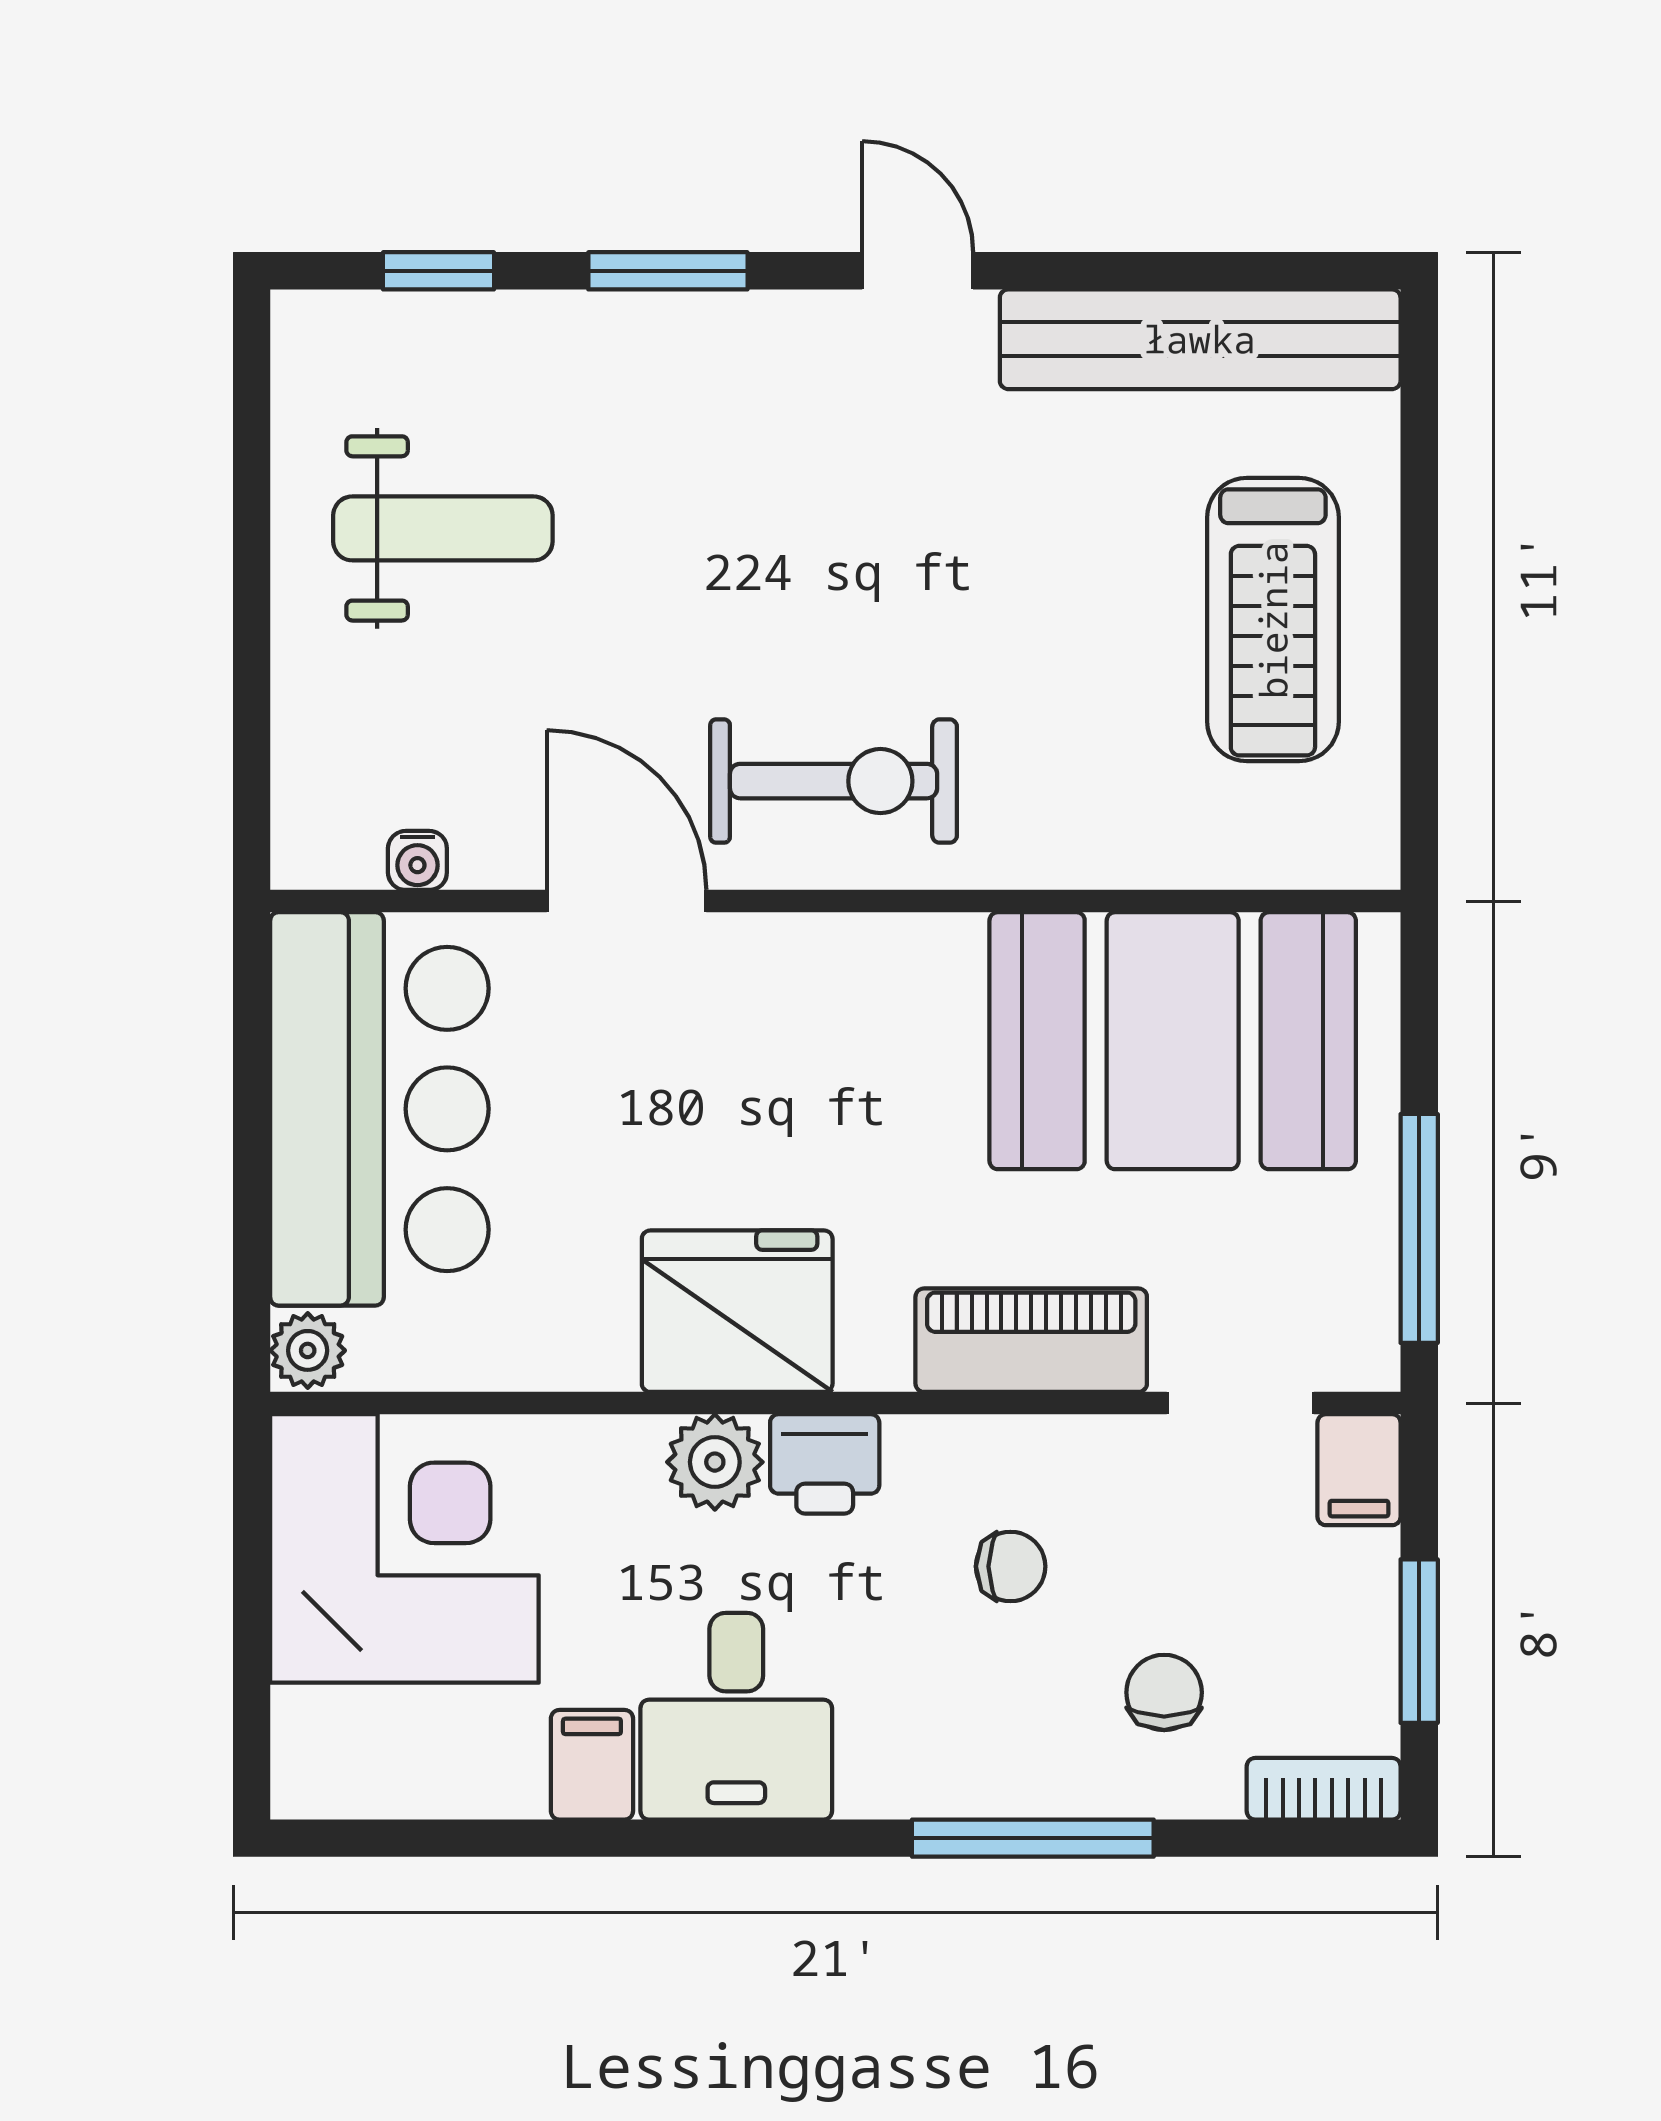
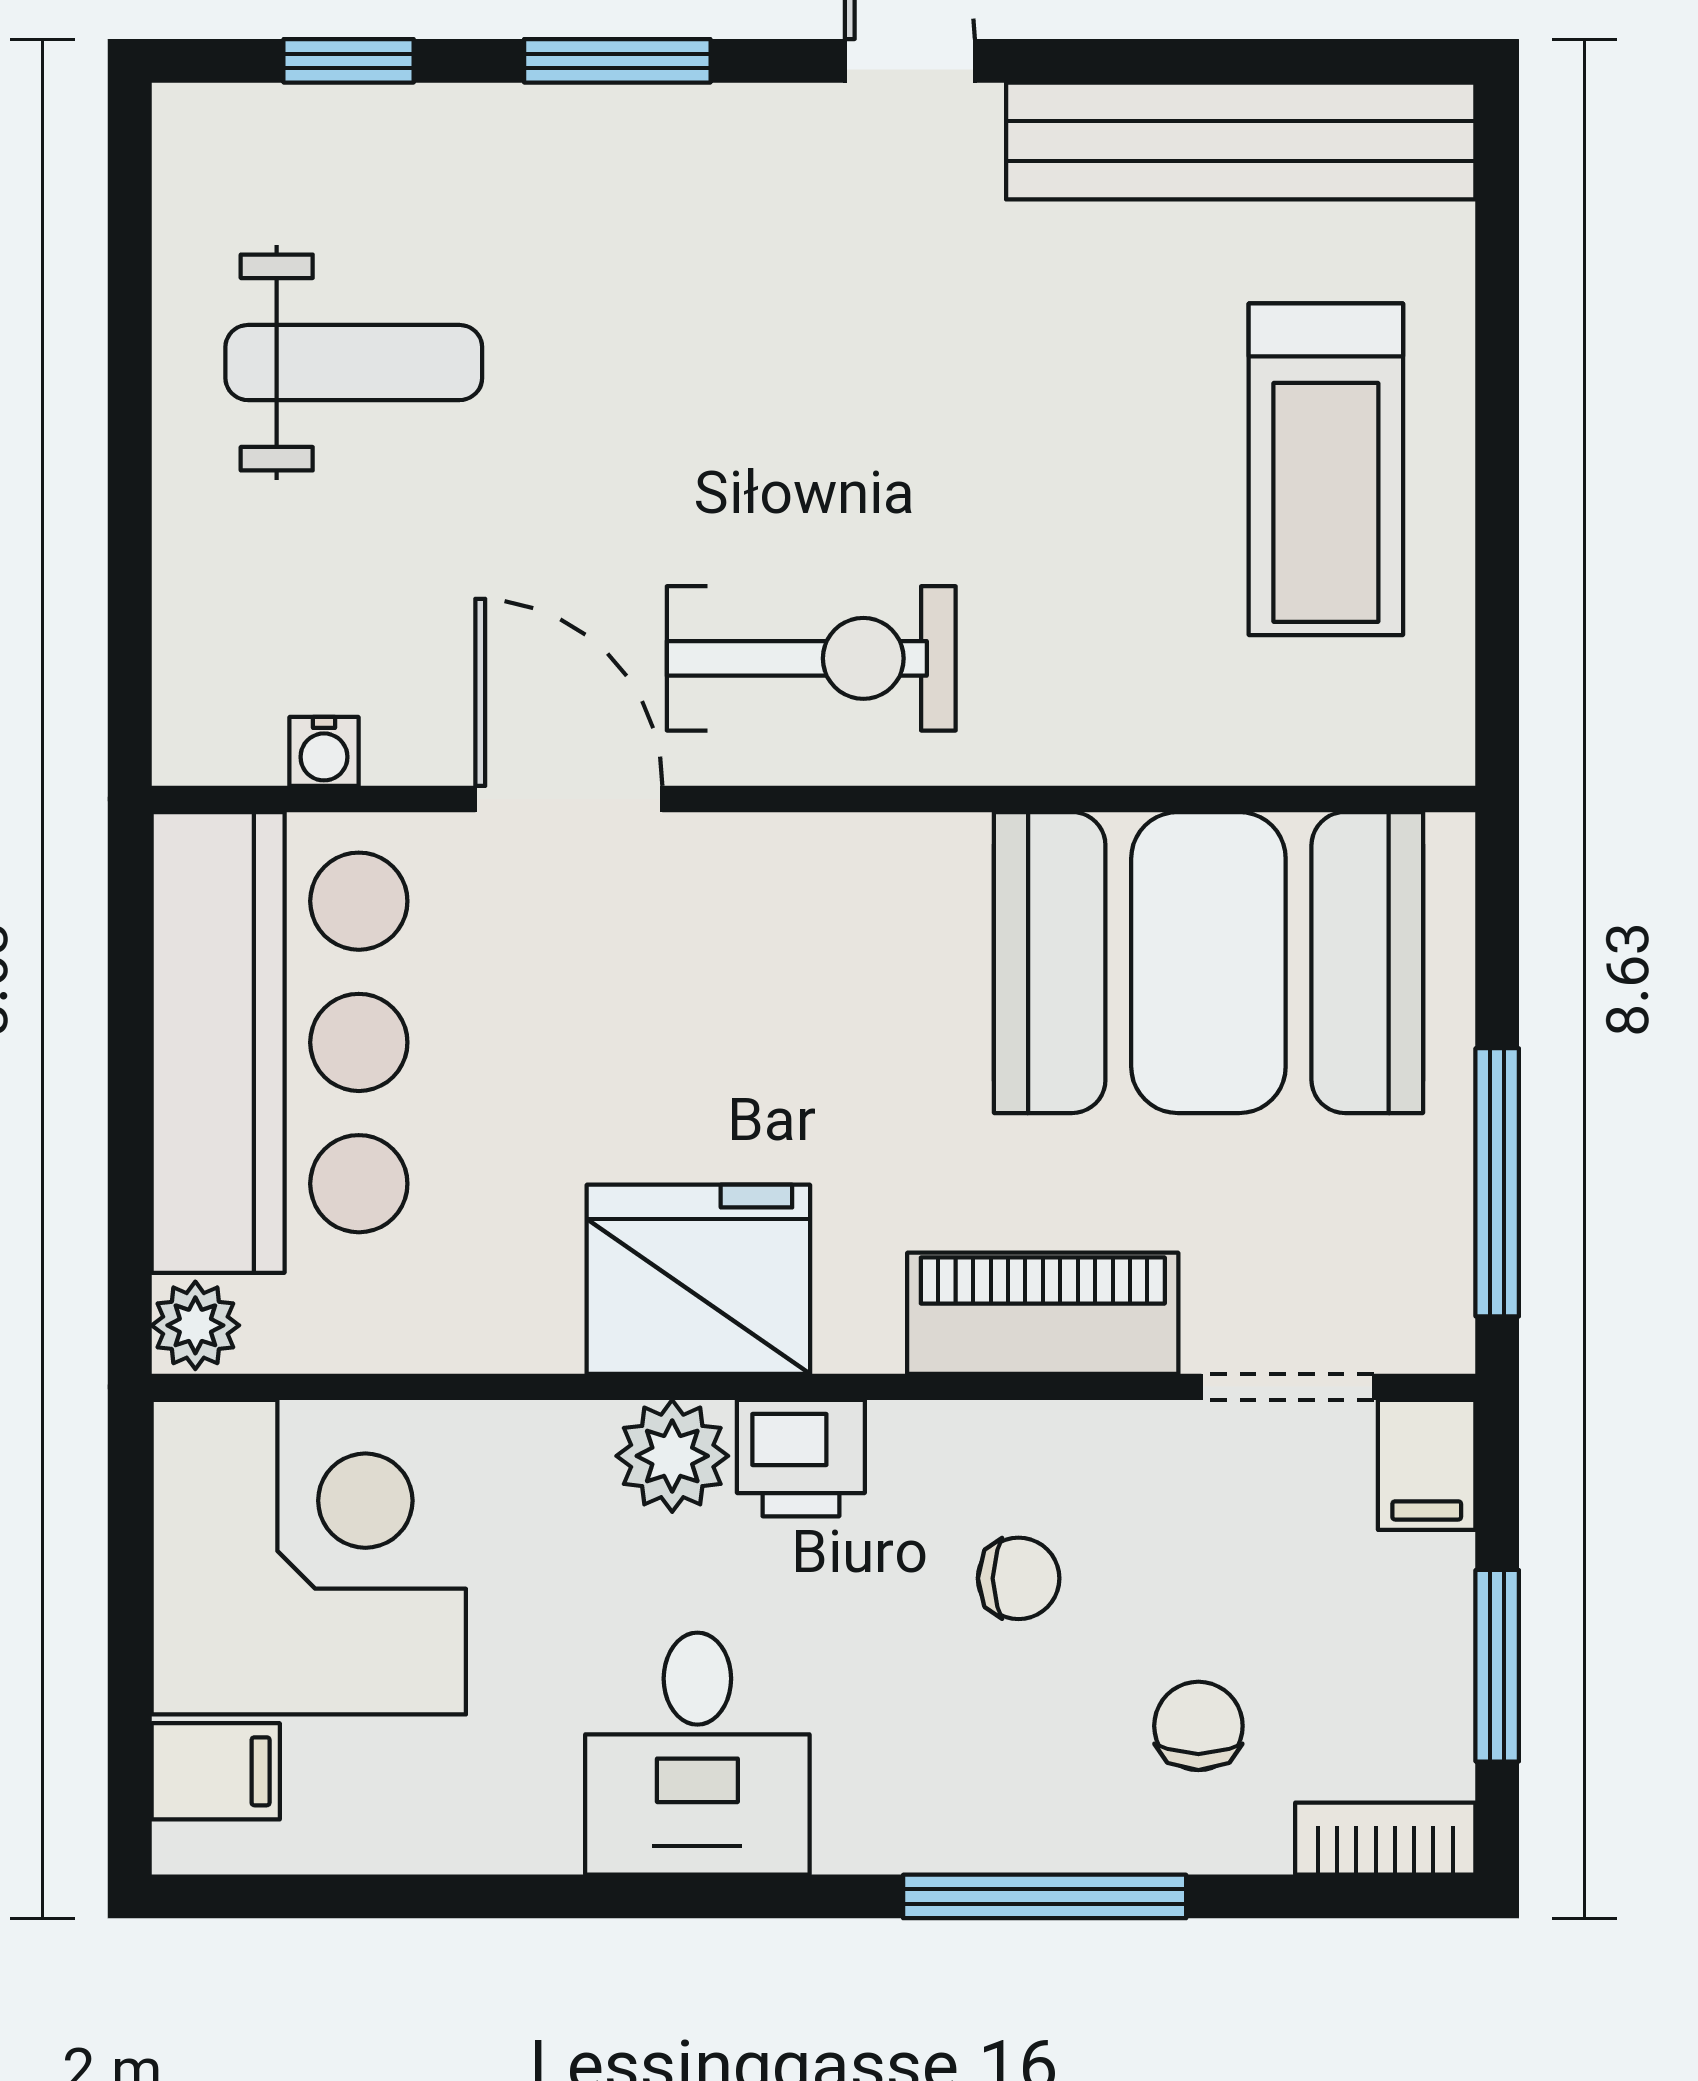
filing cabinet: (592, 1765) -> (216, 1771), moved, turned 90

